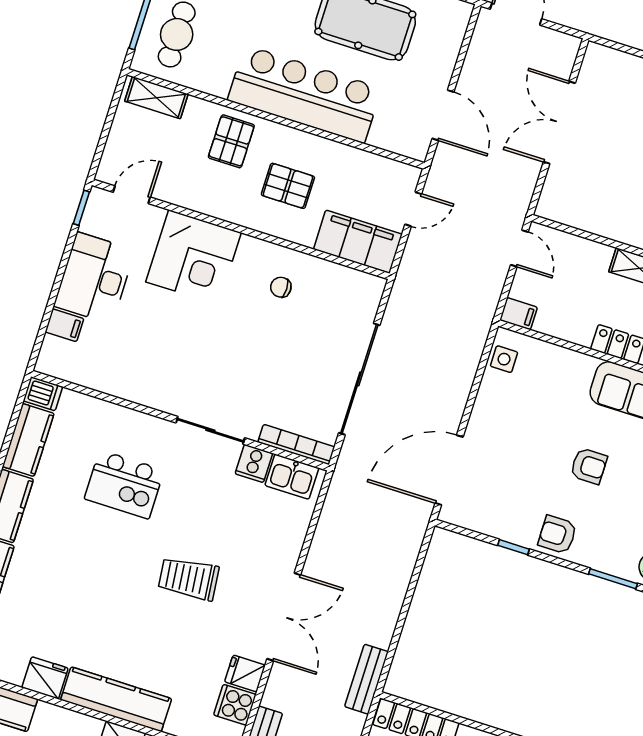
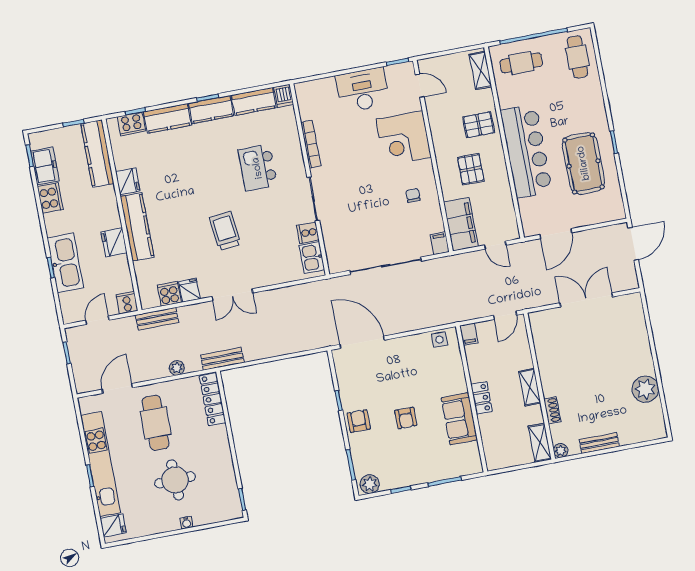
filing cabinet: (64, 325) -> (440, 243), moved, turned 180
bookcase: (296, 445) -> (311, 144), moved
double door: (284, 617) -> (232, 295), width x0.73

